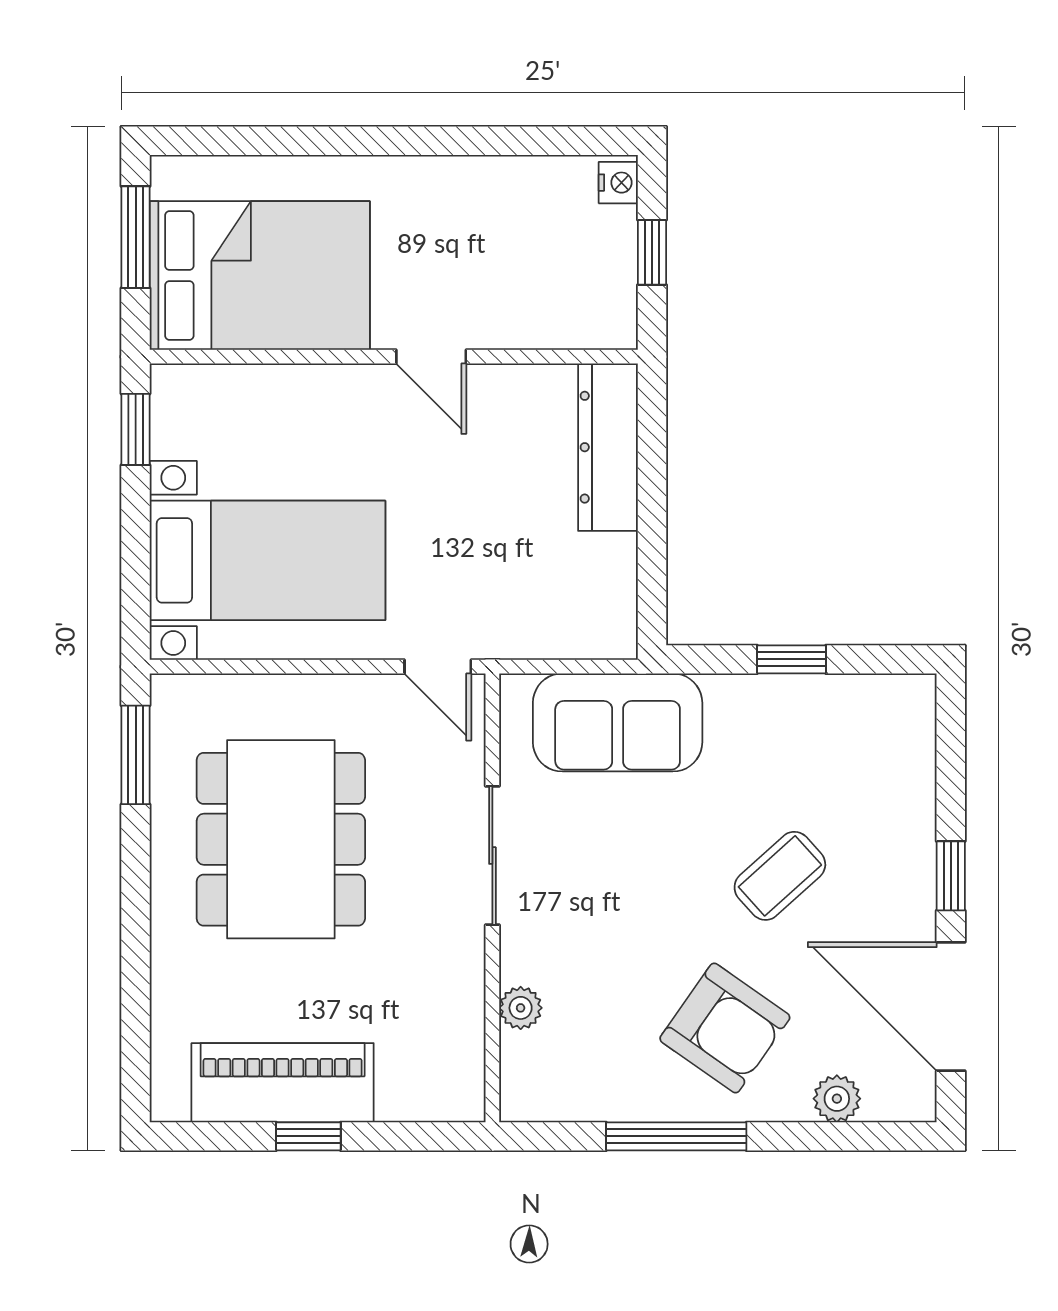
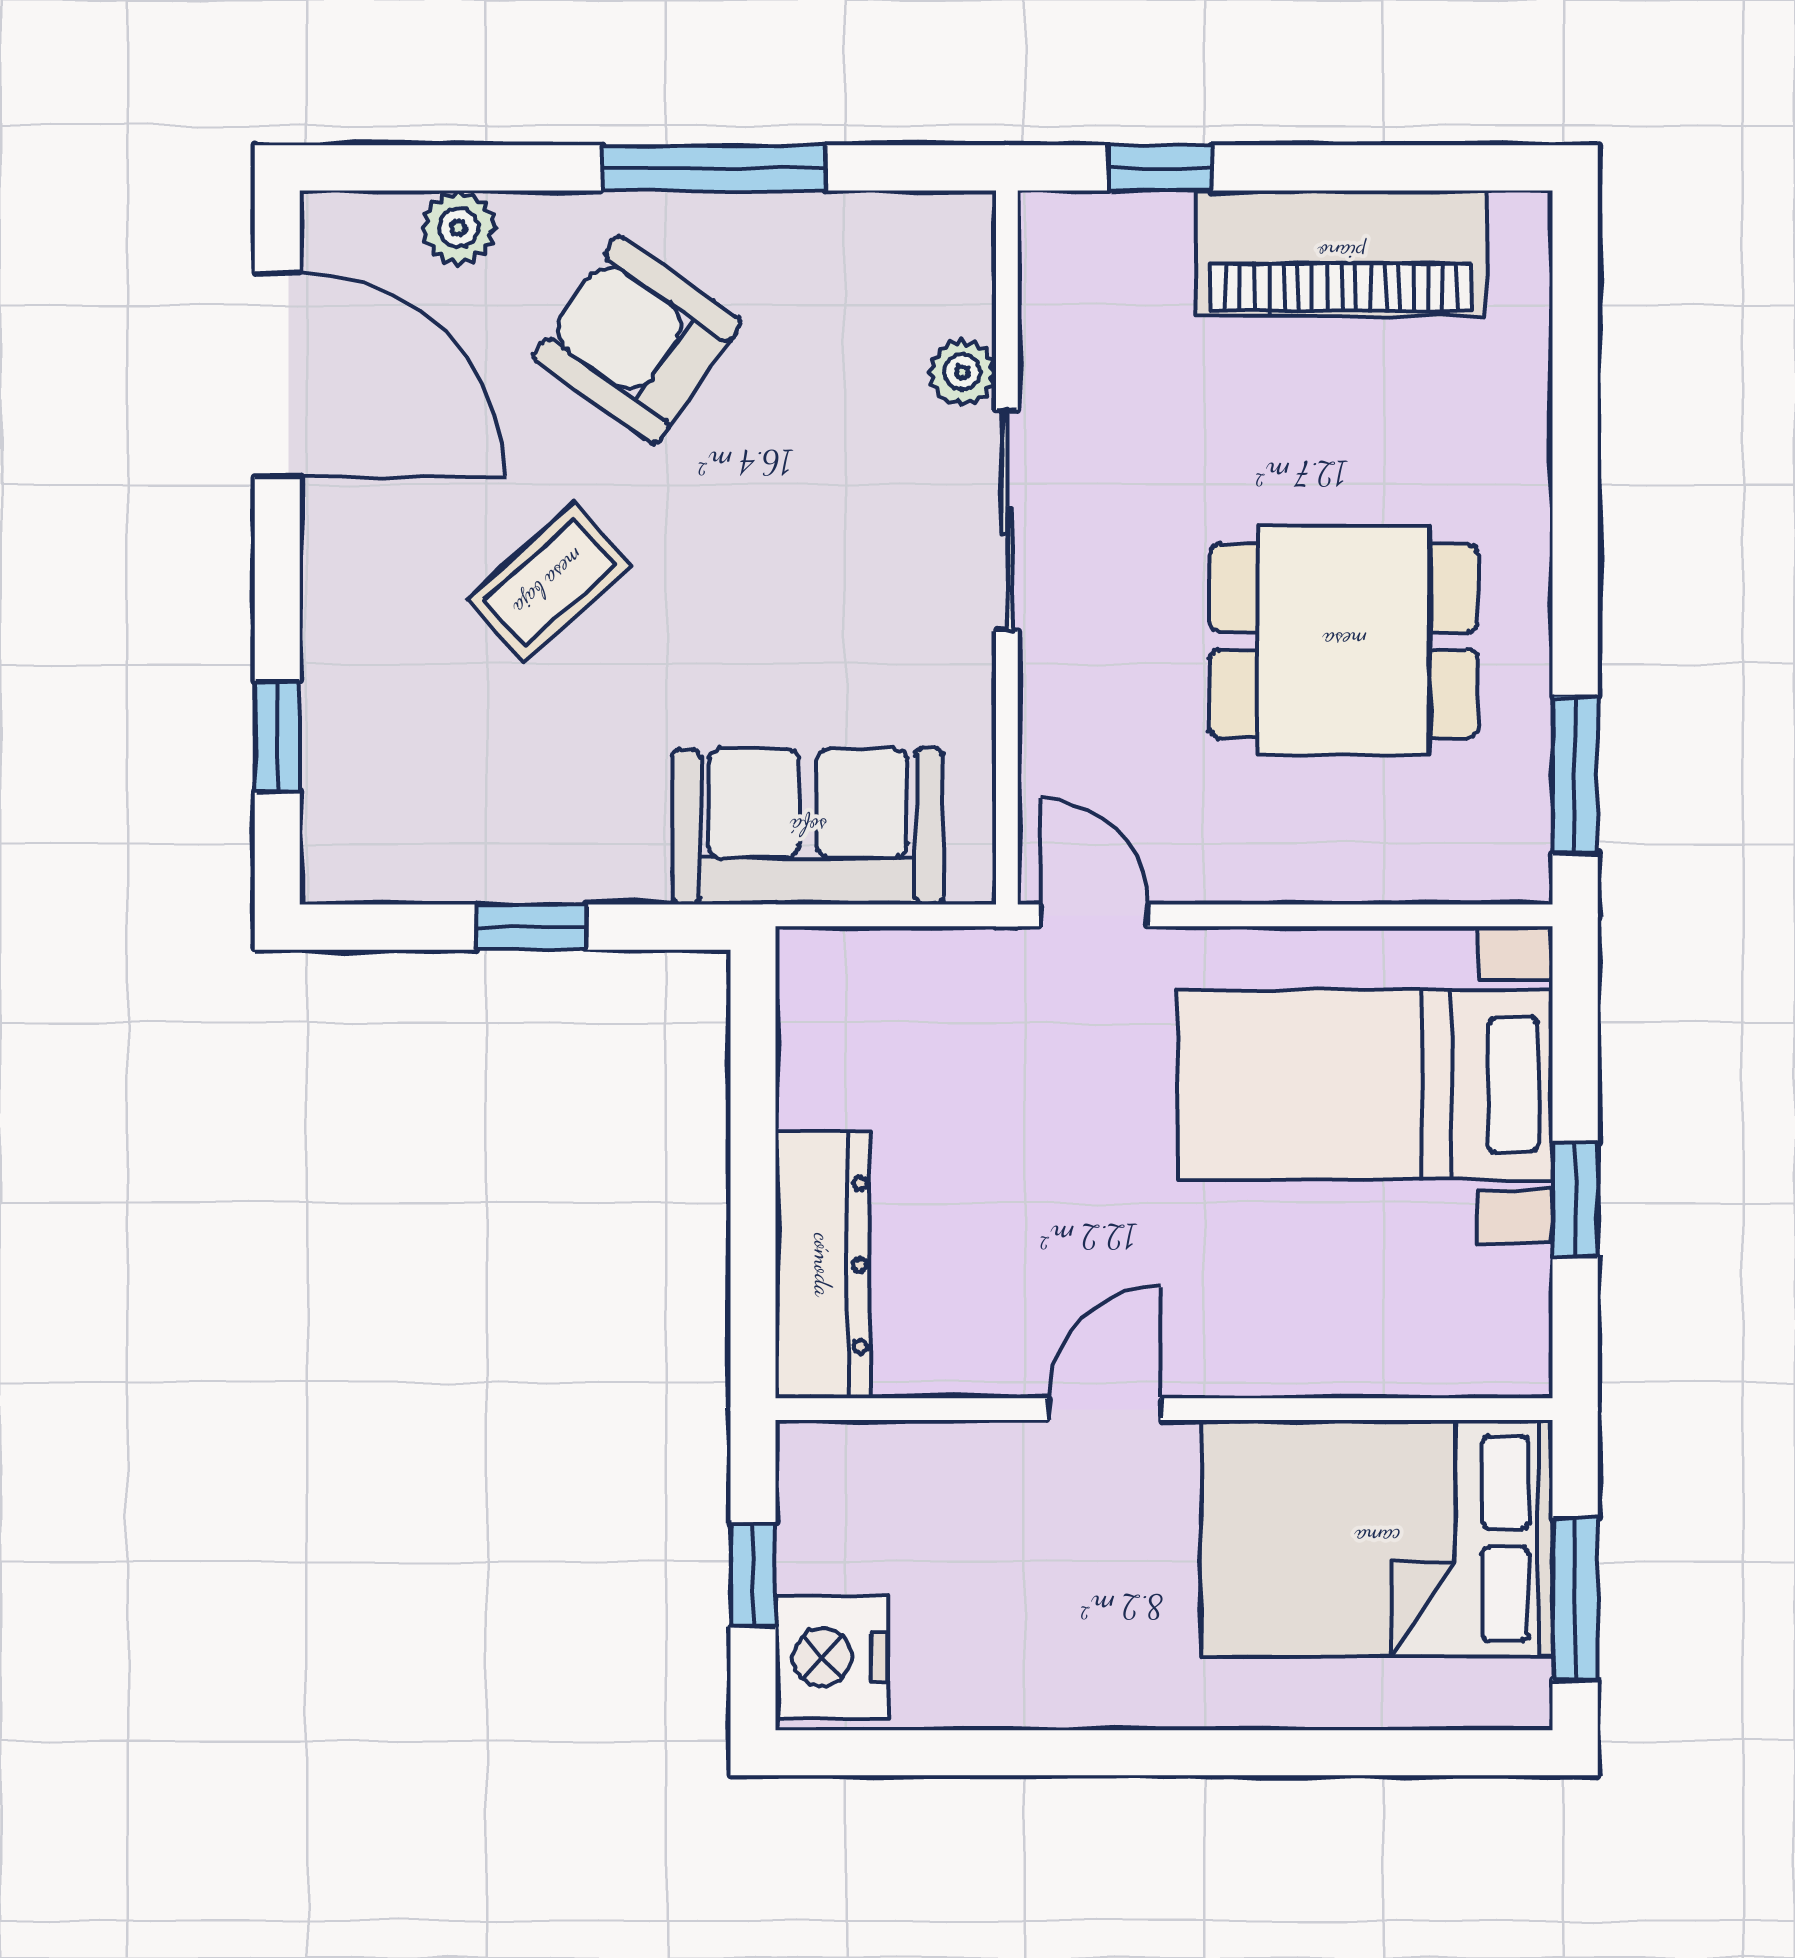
nightstand: (618, 183) -> (831, 1657), width x1.89, depth x1.79
door: (431, 357) -> (1105, 1409), hinge flipped
window: (136, 429) -> (1575, 1200), moved
dining table: (281, 839) -> (1344, 641), width x0.73
sliding door: (492, 856) -> (1007, 520), moved
window: (951, 876) -> (277, 736), moved
window: (308, 1136) -> (1161, 168), moved

